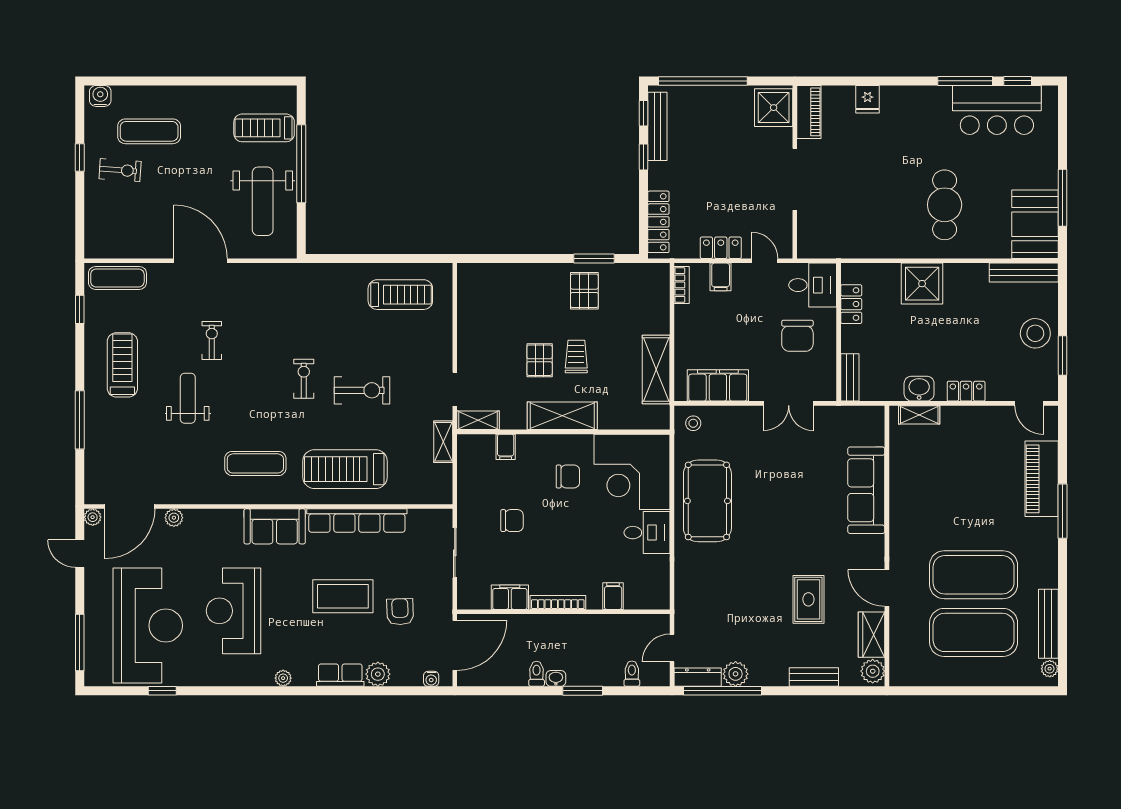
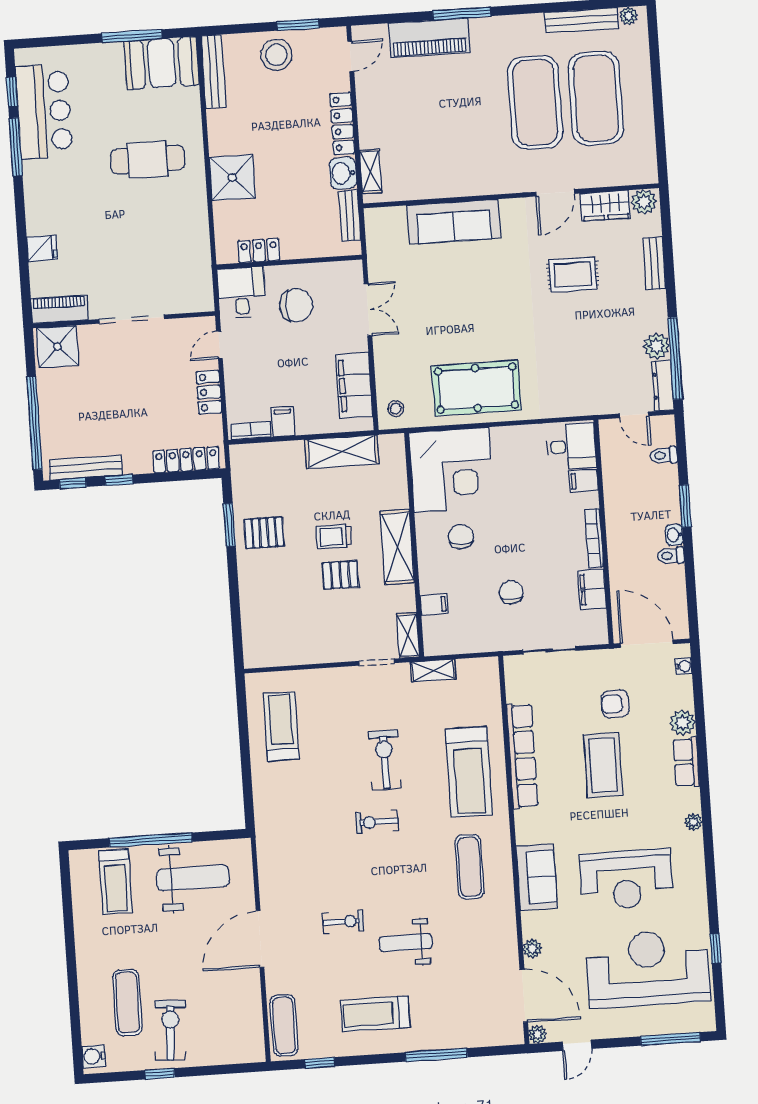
exercise bike: (120, 170) -> (170, 1030), width x1.38, depth x1.39
filing cabinet: (721, 277) -> (283, 422), moved, turned -90
exercise bike: (212, 340) -> (343, 922), turned 180
bench: (850, 377) -> (350, 215), moved, turned 90
locker: (966, 391) -> (342, 124), width x1.53
sofa: (275, 526) -> (537, 877), moved
desk: (647, 533) -> (571, 446), moved, turned 90

